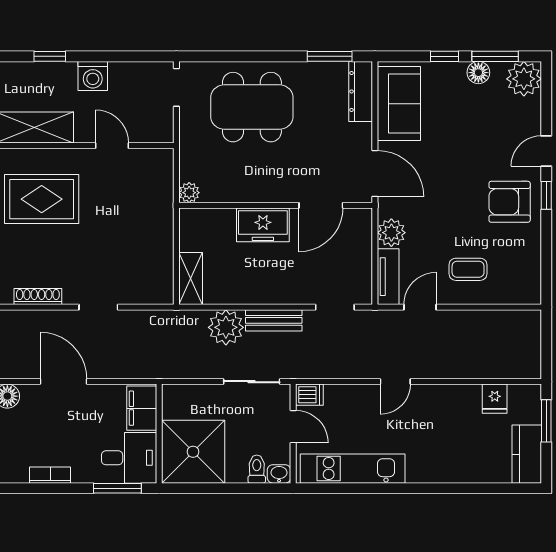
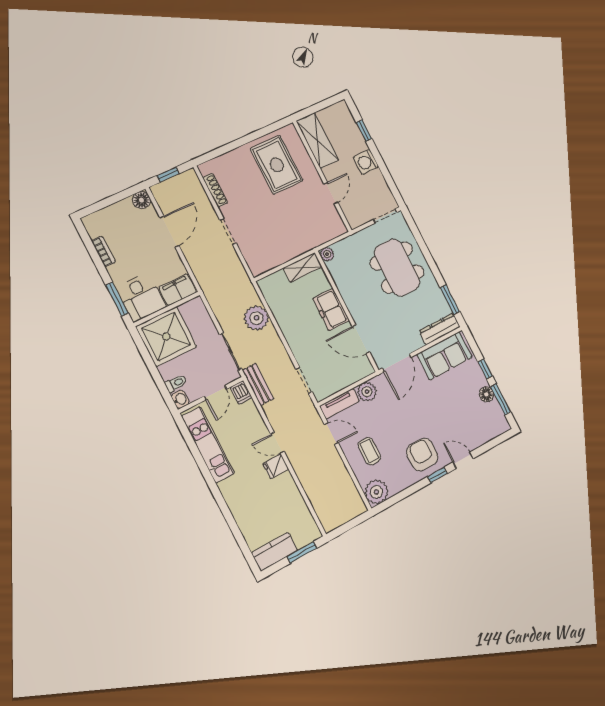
plant: (524, 79) -> (376, 492), moved
shelving: (191, 278) -> (303, 267), moved
bench: (274, 320) -> (258, 384), moved
fridge: (495, 399) -> (276, 466), moved

